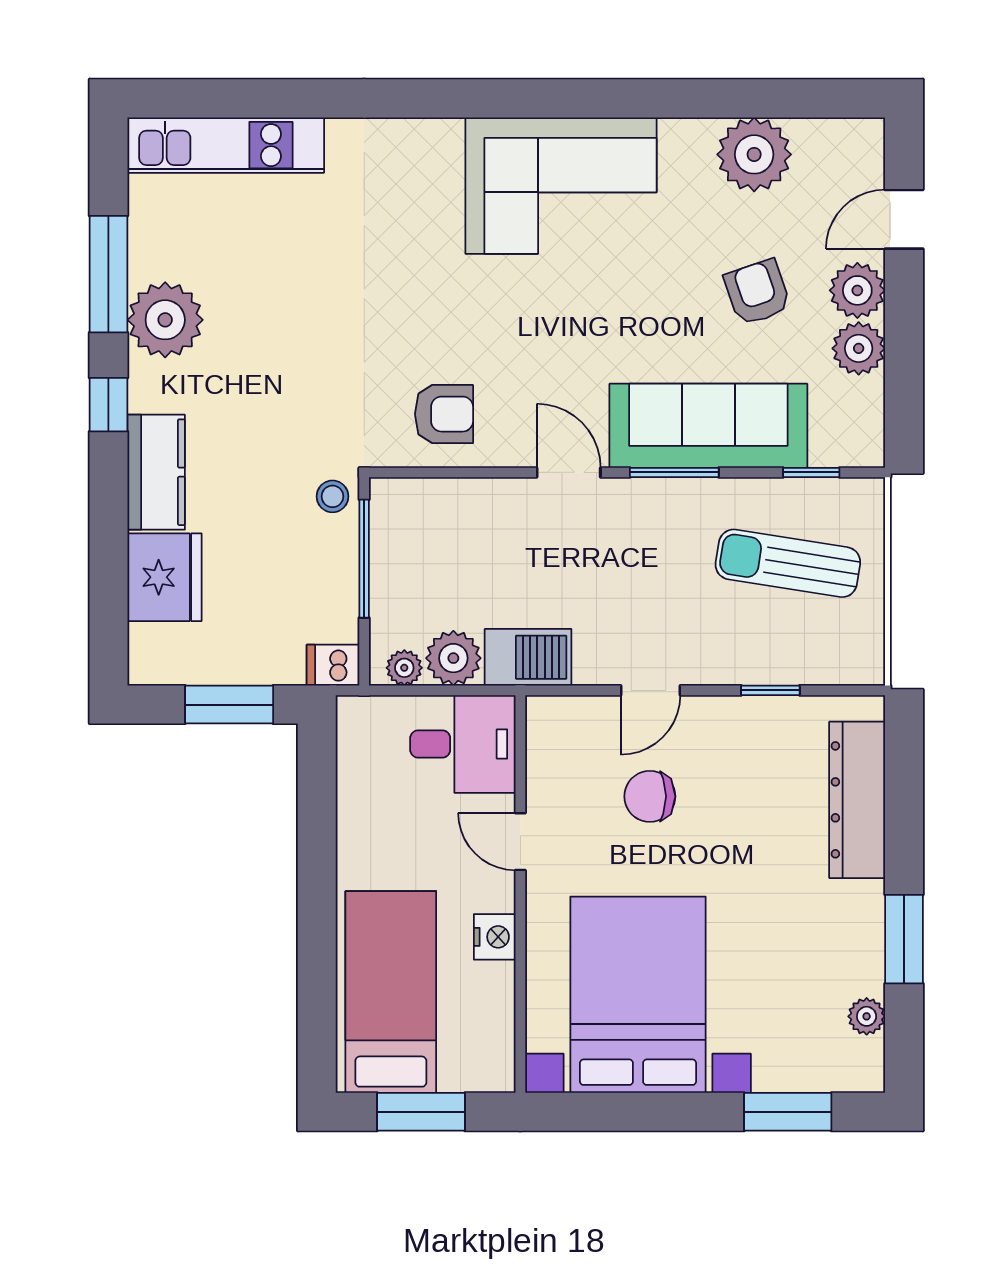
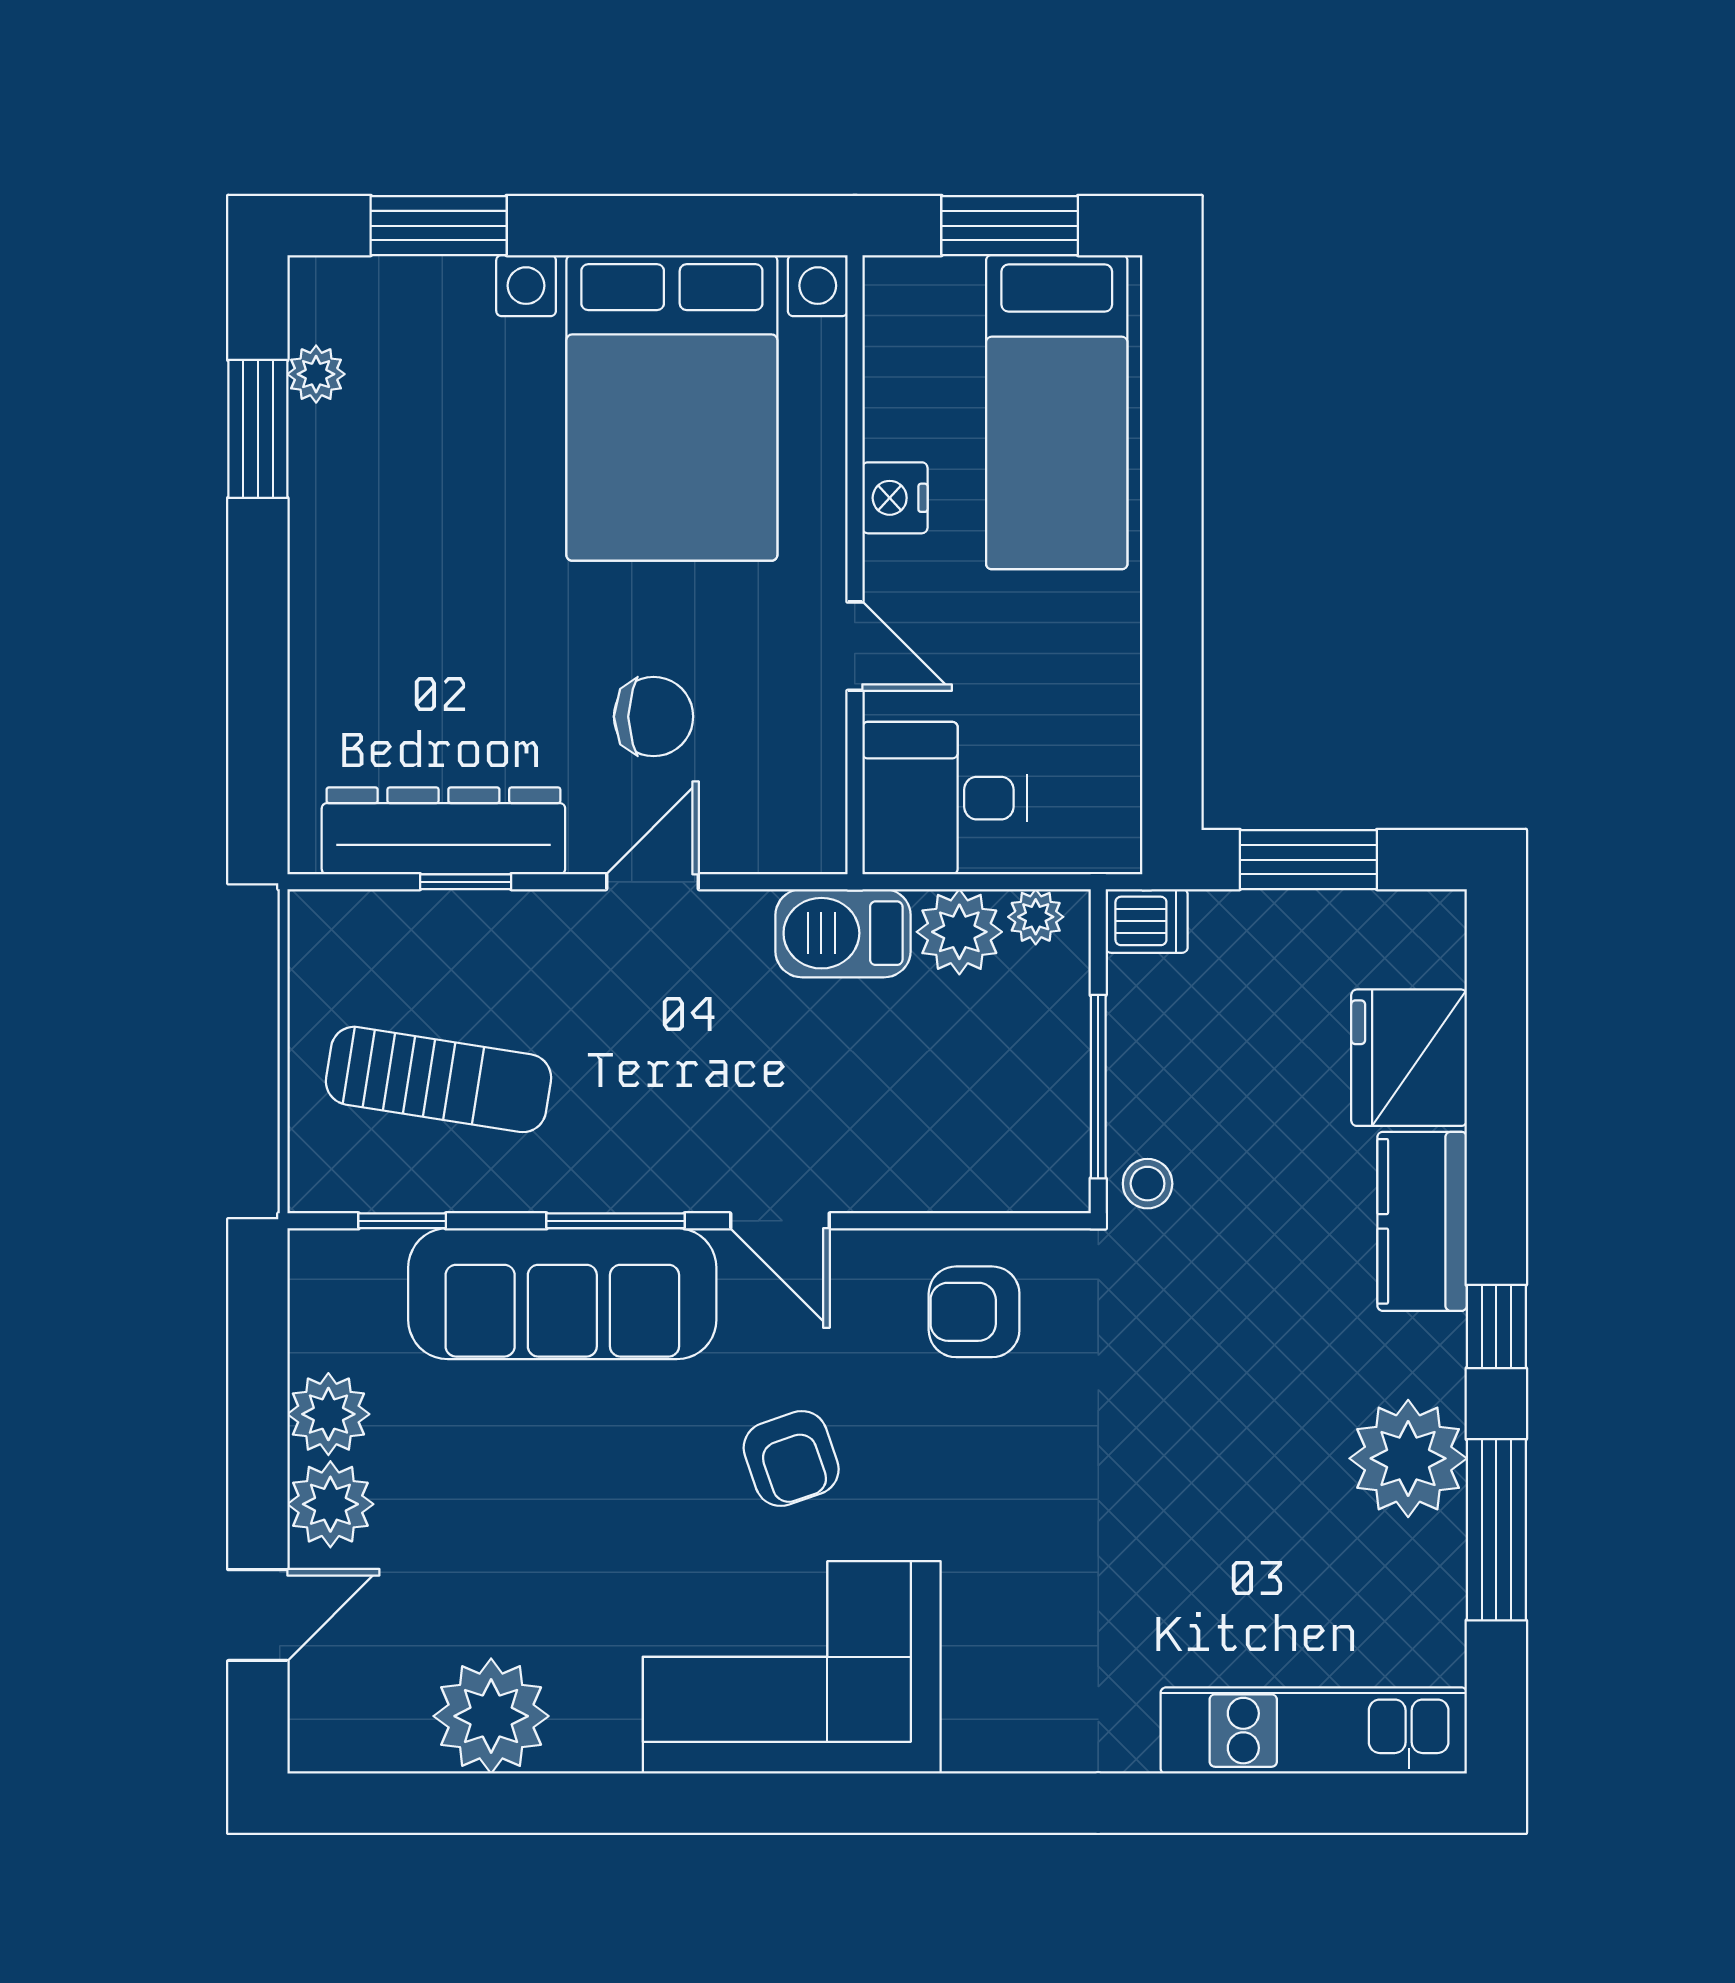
armchair: (757, 292) -> (791, 1458), moved
dresser: (857, 800) -> (443, 831), moved, turned -90
window: (904, 939) -> (258, 429), moved

